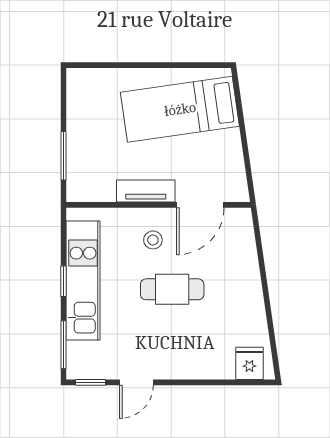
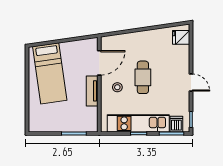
door: (200, 205) -> (99, 63), hinge flipped
dishwasher: (82, 354) -> (176, 124), added
door: (136, 382) -> (191, 83), moved

